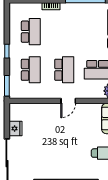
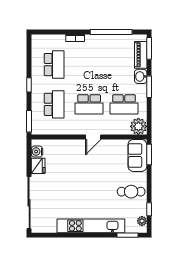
school desk: (64, 70) -> (89, 104), turned 90
water cooler: (14, 115) -> (37, 152), added

